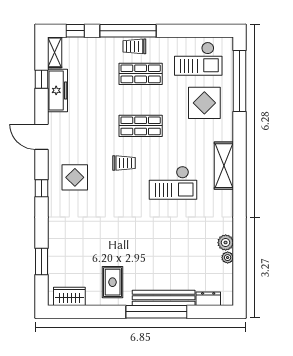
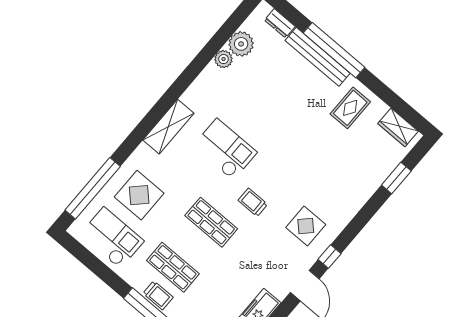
window: (41, 188) -> (330, 256), moved
plant: (228, 258) -> (241, 44), width x1.88, depth x1.88

